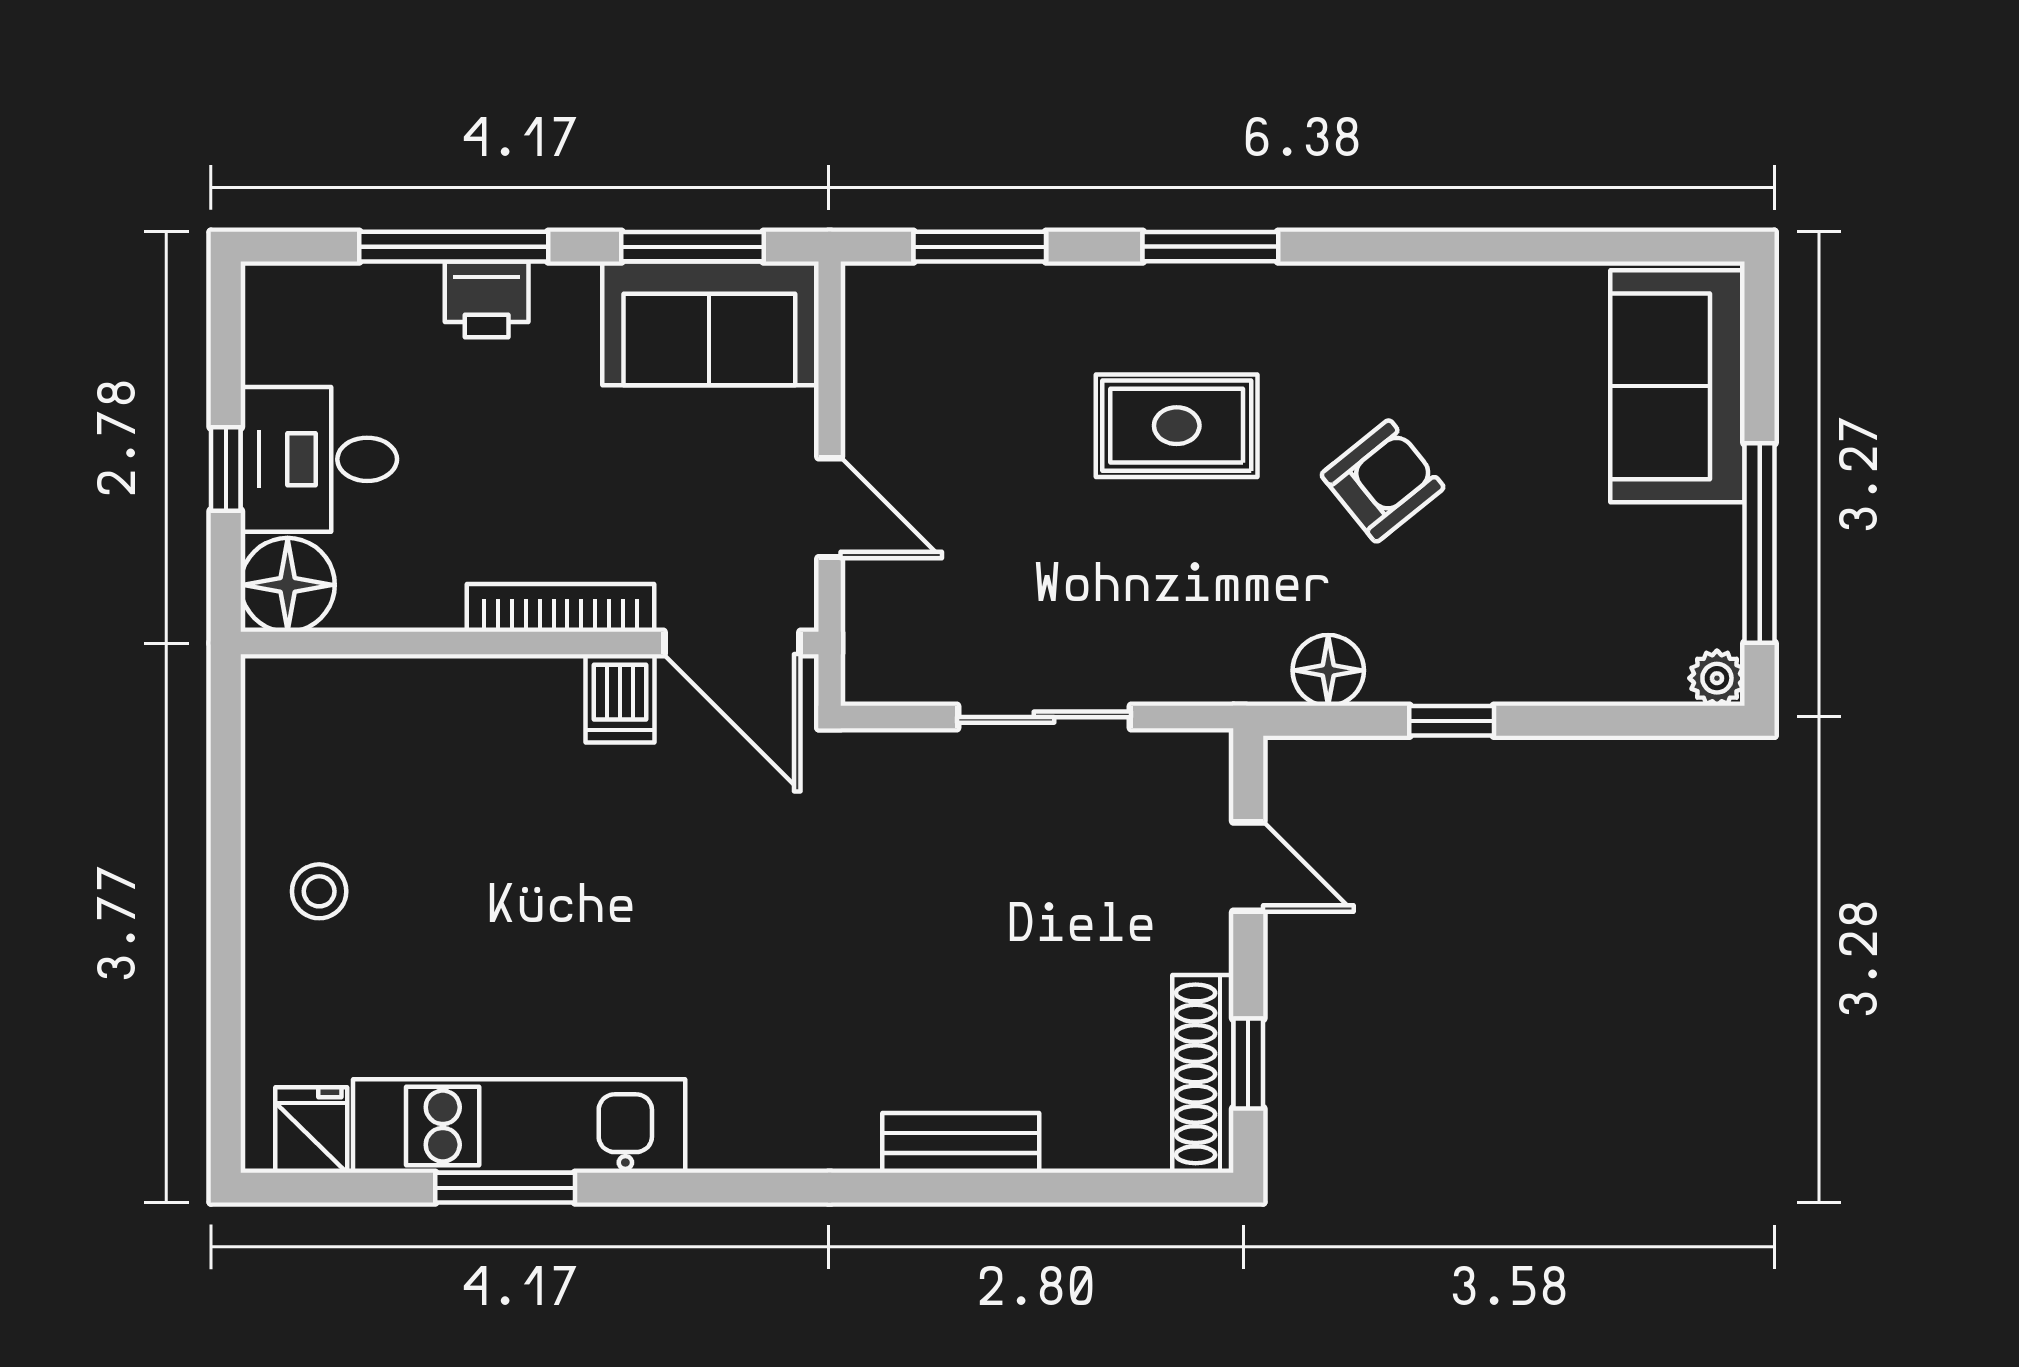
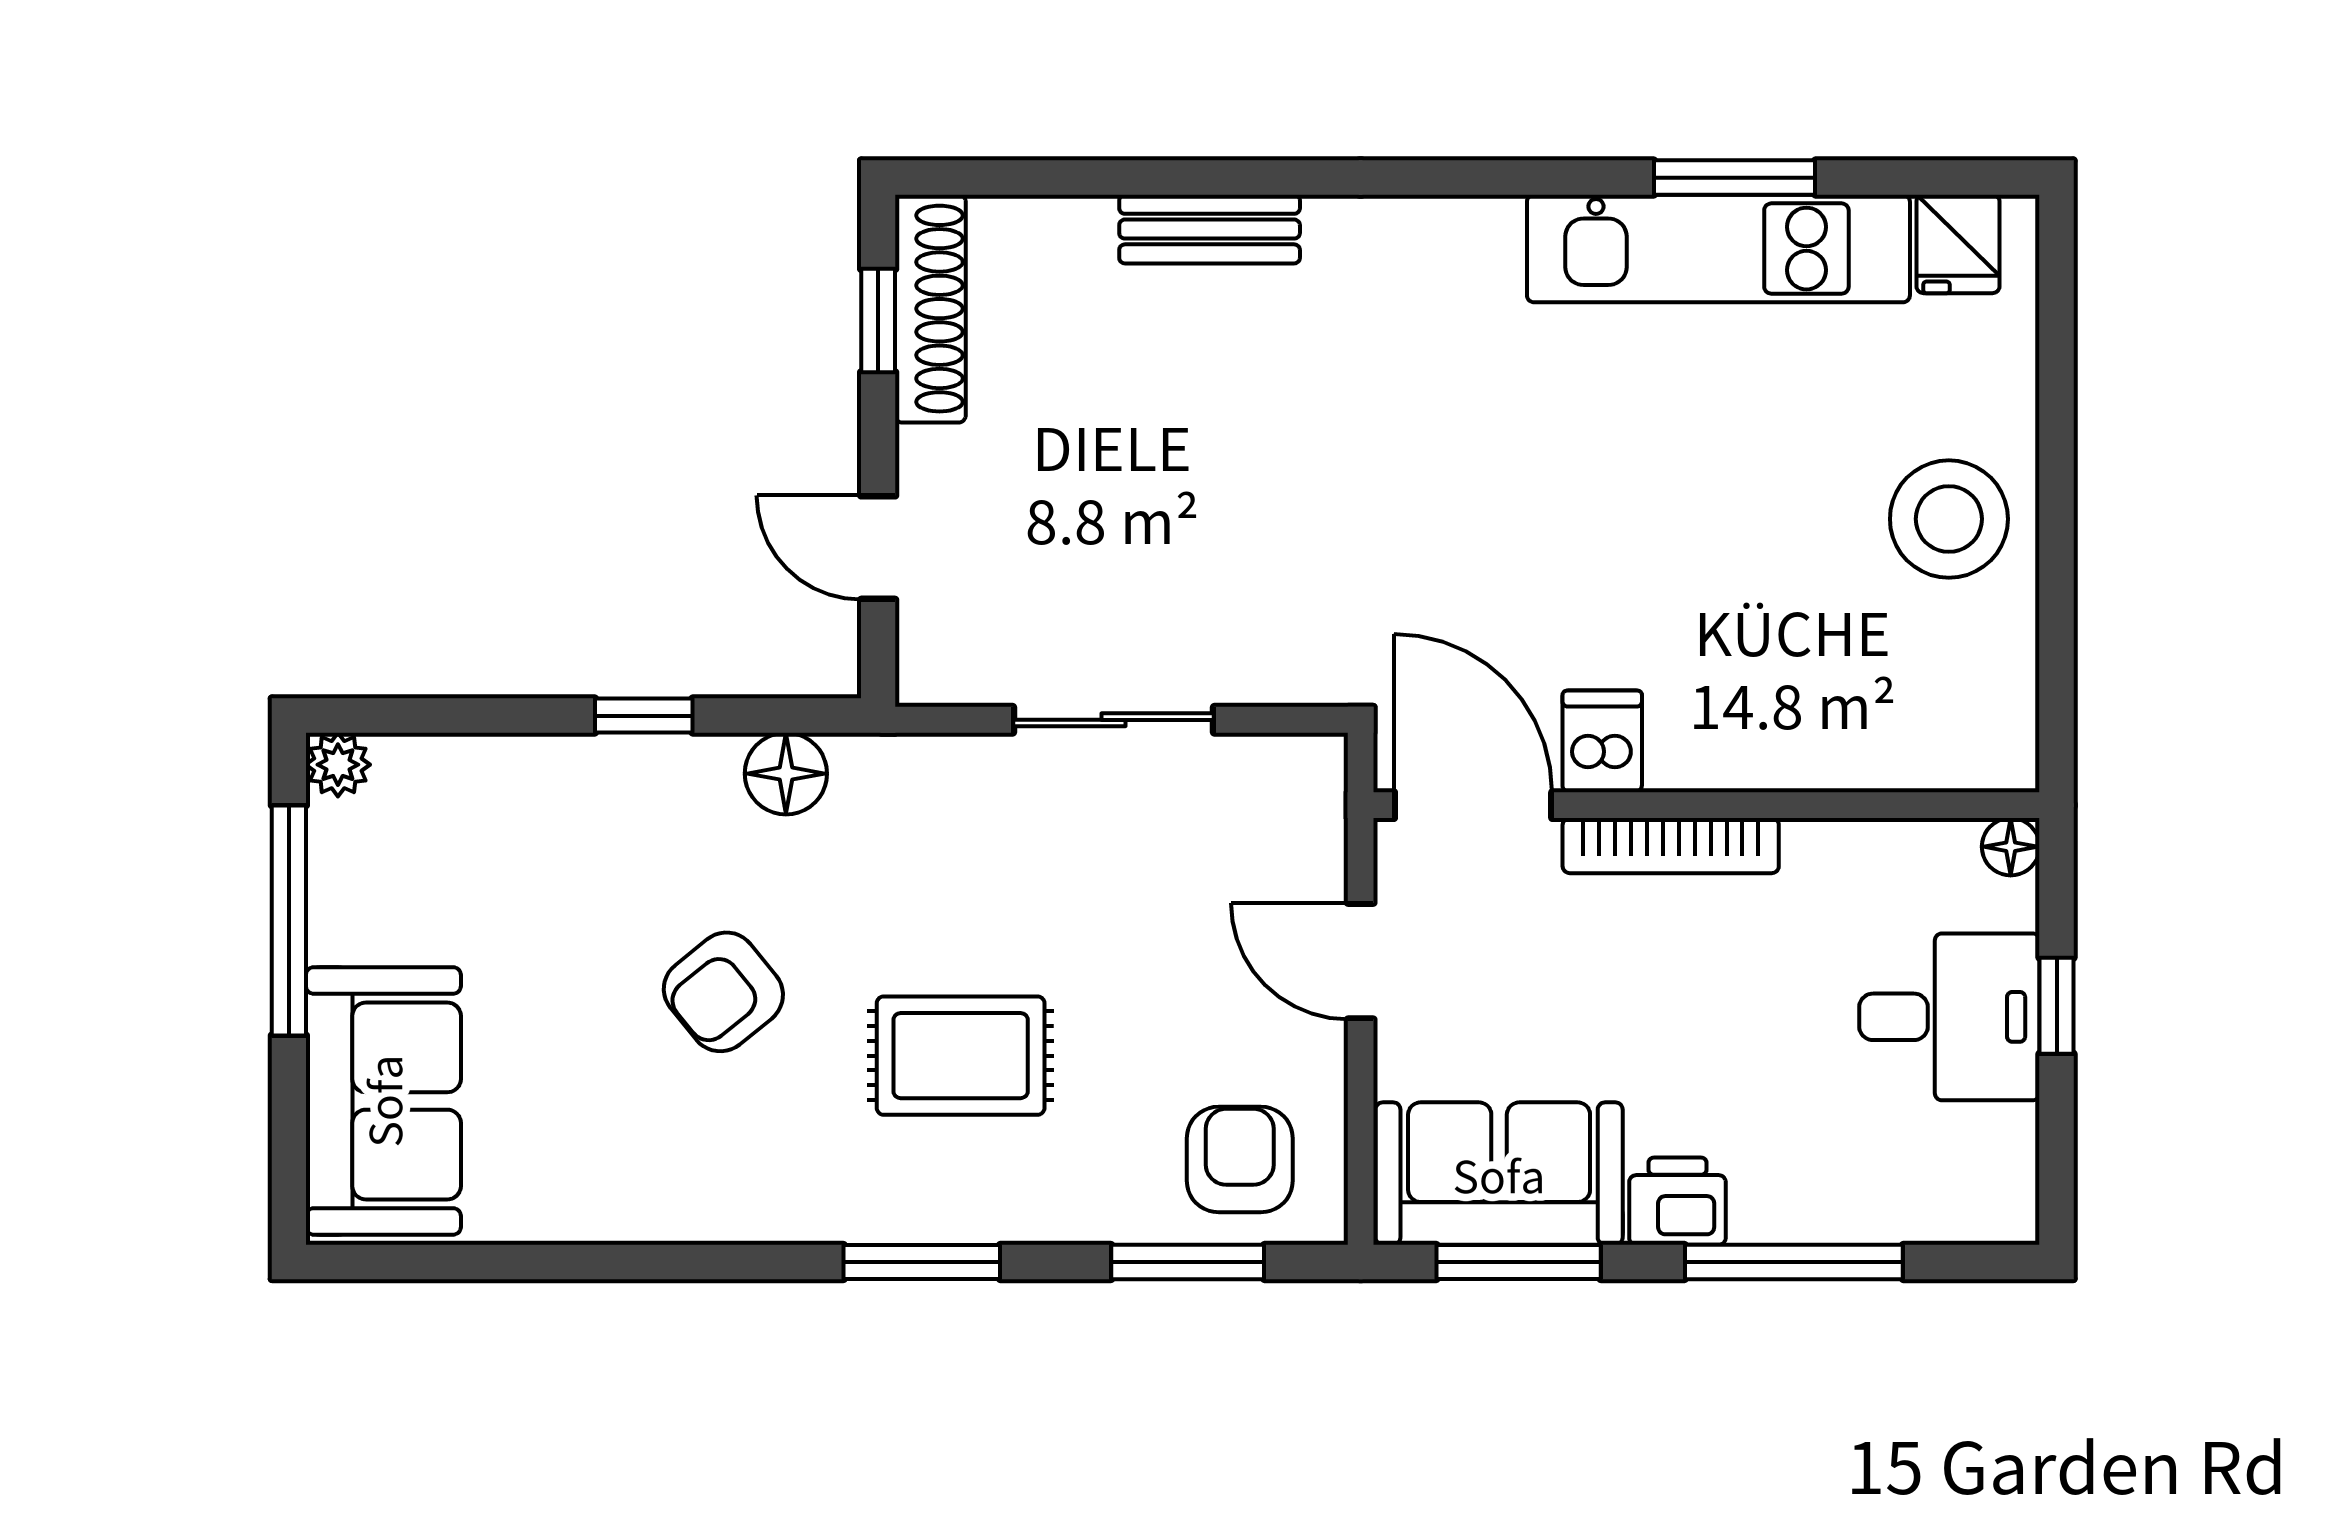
printer: (487, 299) -> (1677, 1201), moved
armchair: (934, 336) -> (1240, 1159), added
floor lamp: (288, 585) -> (2011, 847), width x0.53, depth x0.53
stool: (319, 891) -> (1949, 519), width x1.89, depth x1.89

